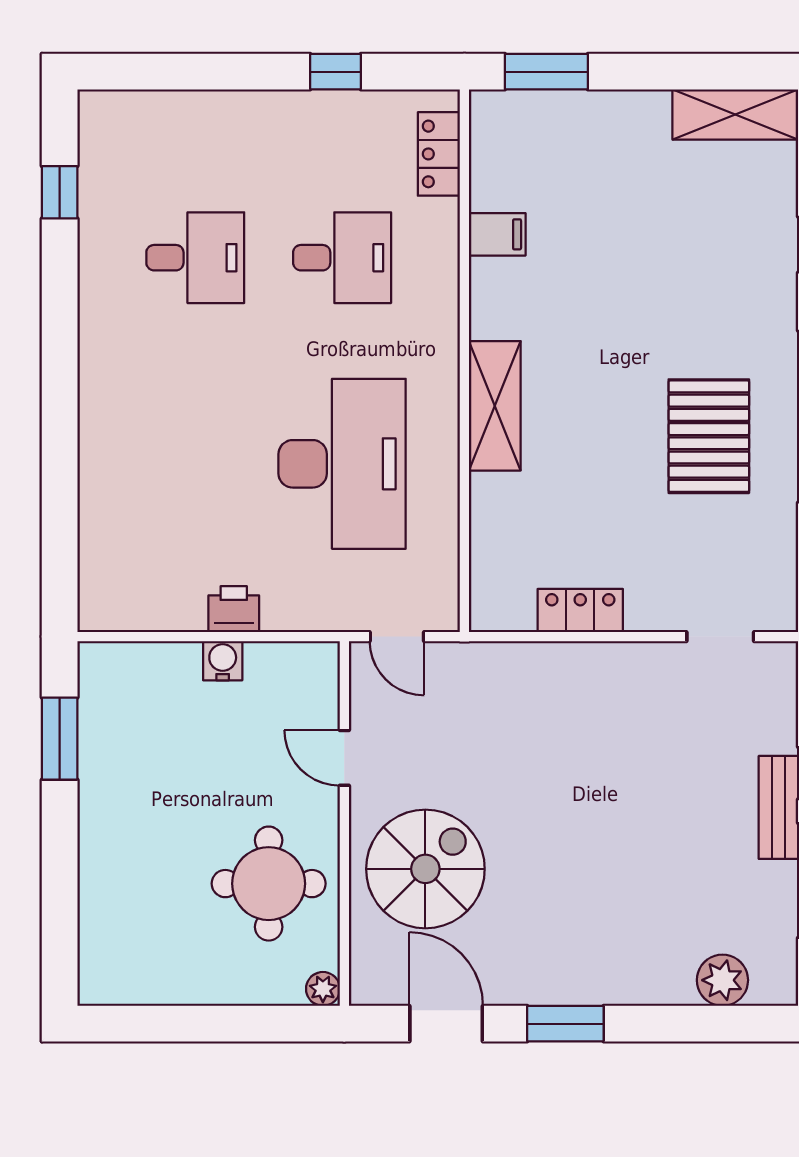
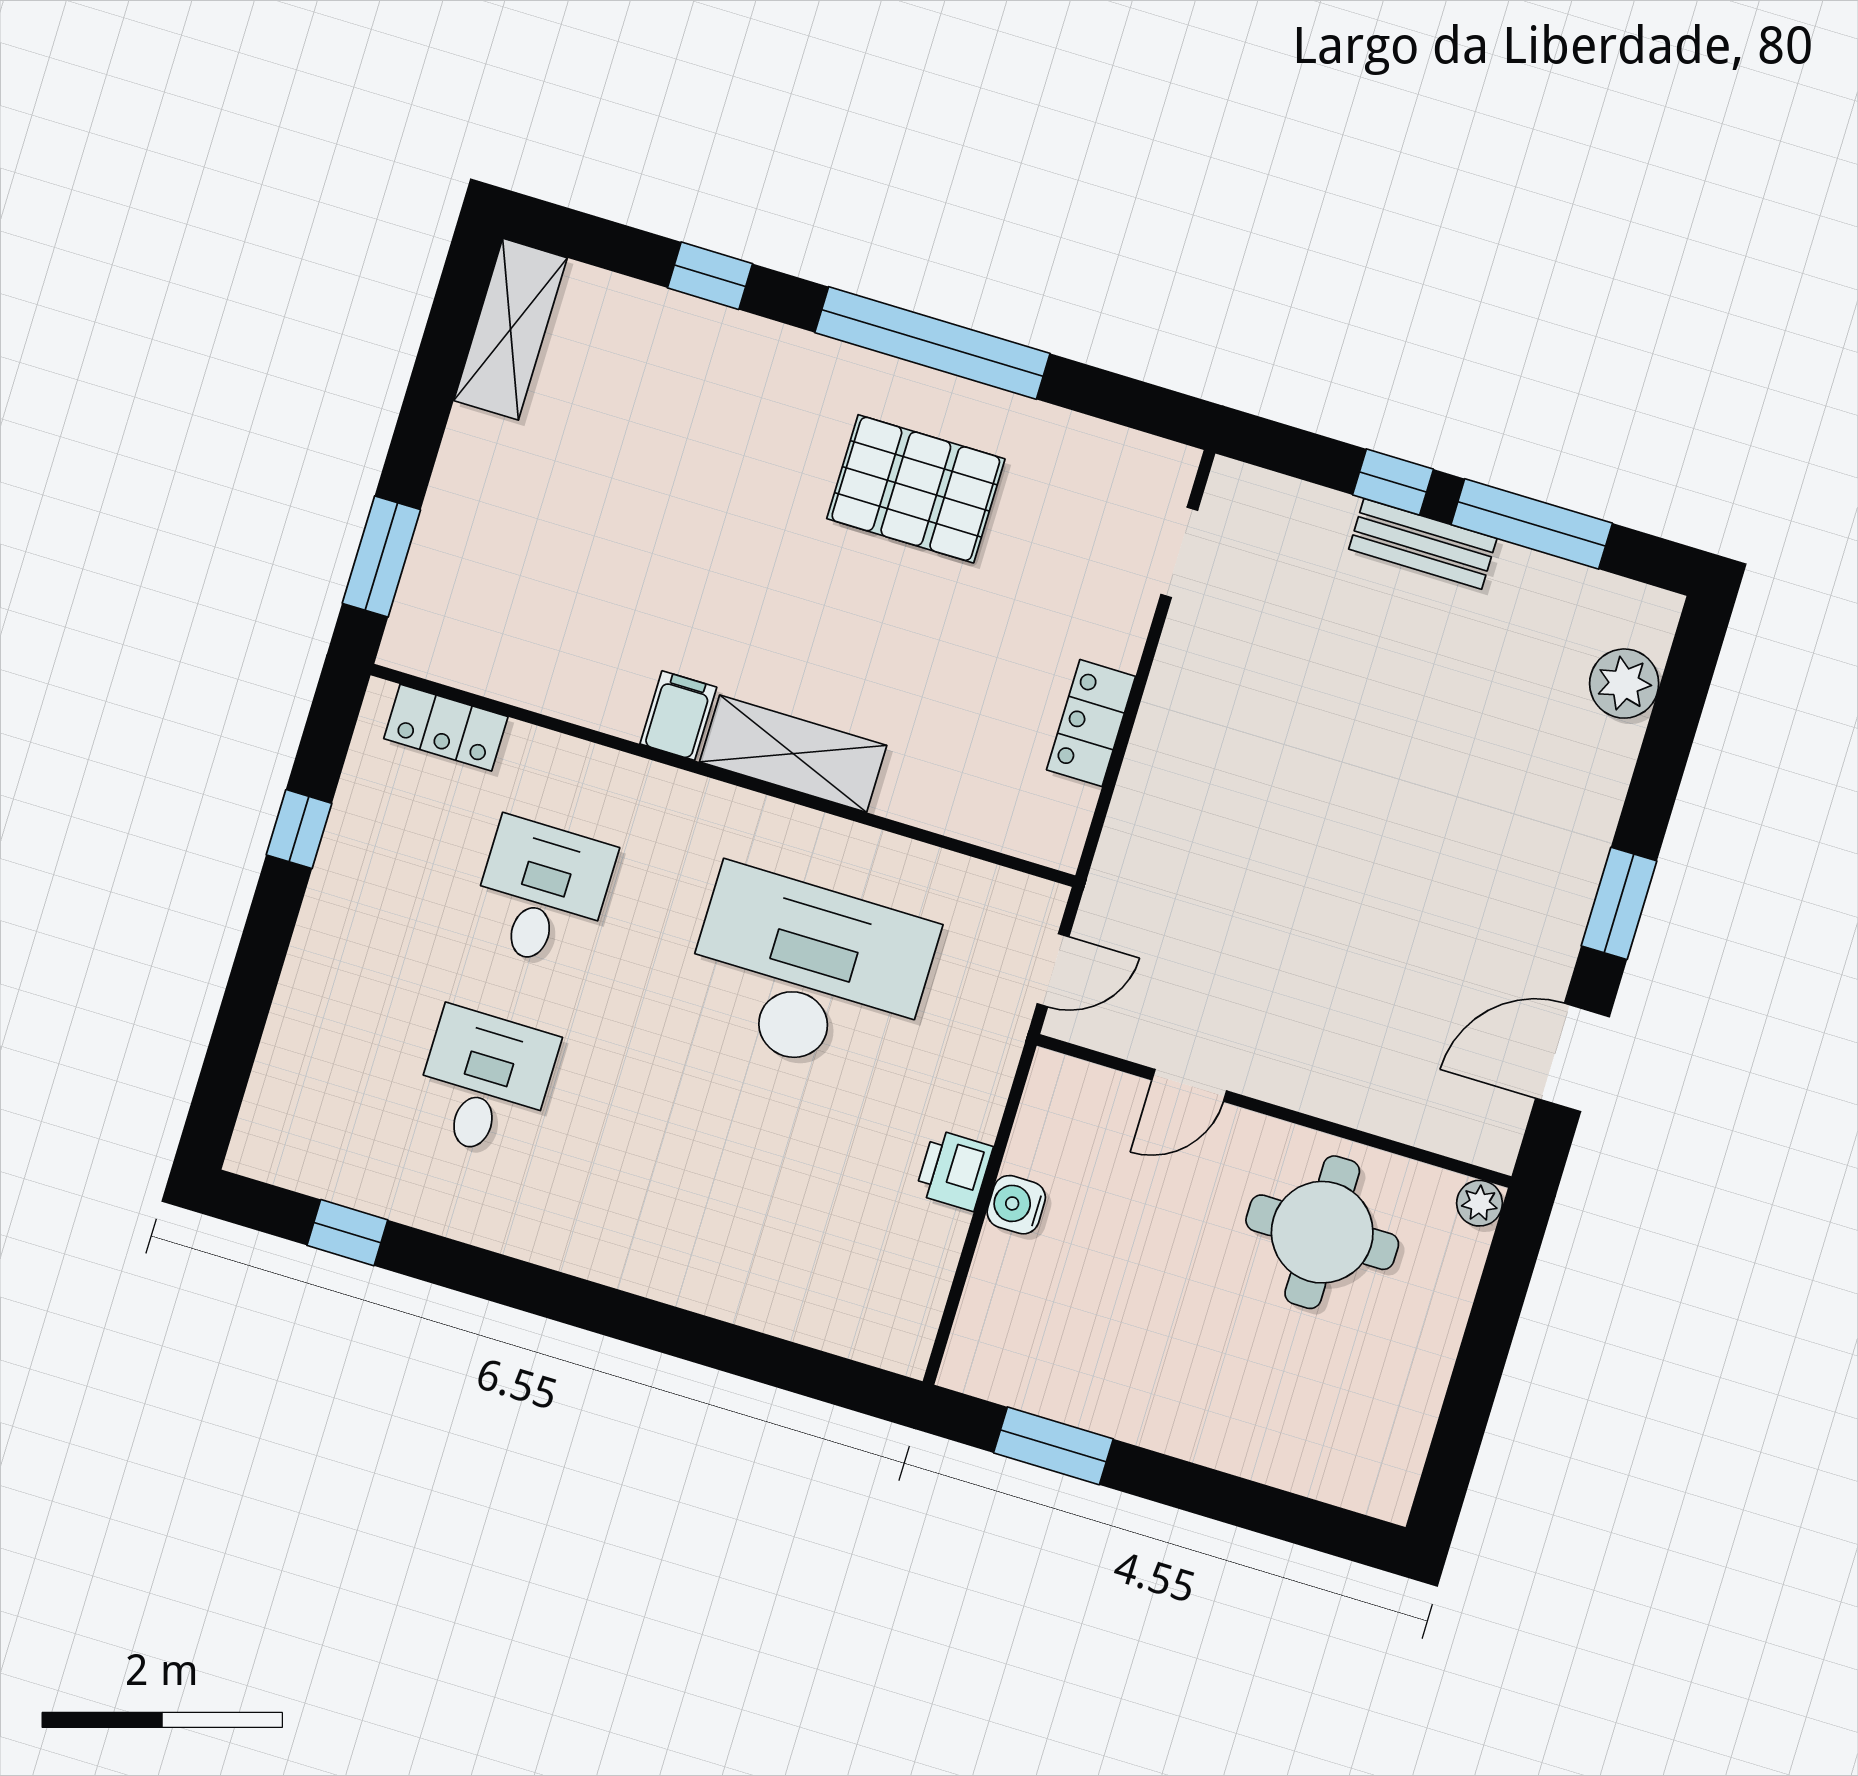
filing cabinet: (497, 234) -> (678, 716), moved
spiral stairs: (425, 869) -> (1364, 1024), removed

